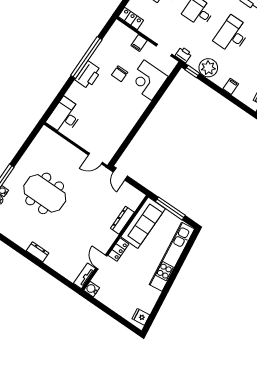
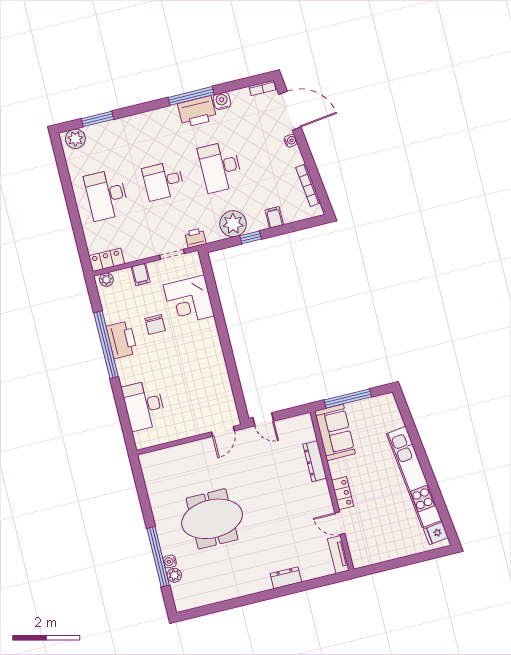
plant: (120, 28) -> (106, 280), added
window: (192, 72) -> (251, 237), moved
printer: (88, 75) -> (122, 340), moved
desk: (65, 116) -> (144, 405), moved
sofa: (143, 223) -> (335, 432), width x0.73
dresser: (38, 252) -> (286, 578), moved
kitchen unit: (172, 257) -> (414, 477), moved
water cooler: (92, 289) -> (359, 560), removed

